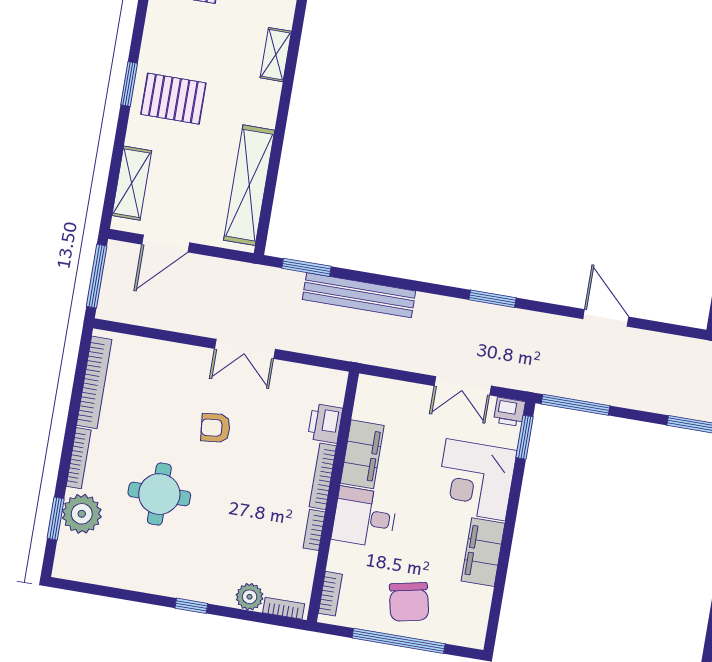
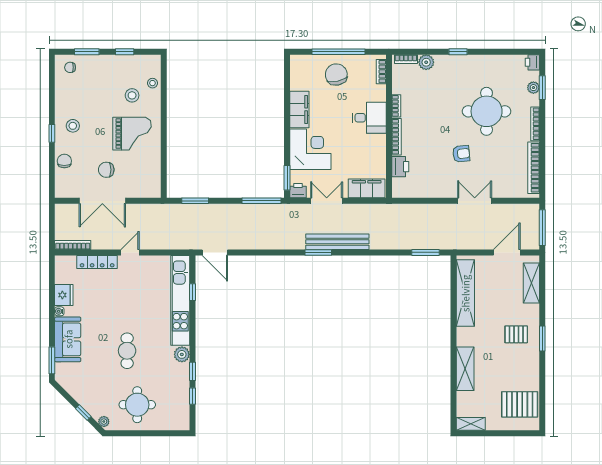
shelving: (276, 55) -> (465, 369), width x1.50, depth x1.33
pallet: (173, 99) -> (516, 334), width x0.67, depth x0.71
bench: (359, 295) -> (337, 242), moved
door: (606, 318) -> (215, 252), moved
double door: (245, 349) -> (475, 201), moved
filing cabinet: (362, 454) -> (367, 188), moved, turned 90
round table: (159, 494) -> (487, 111), width x1.36, depth x1.36
plant: (82, 514) -> (533, 88), width x0.53, depth x0.53
printer: (65, 566) -> (532, 62), added

